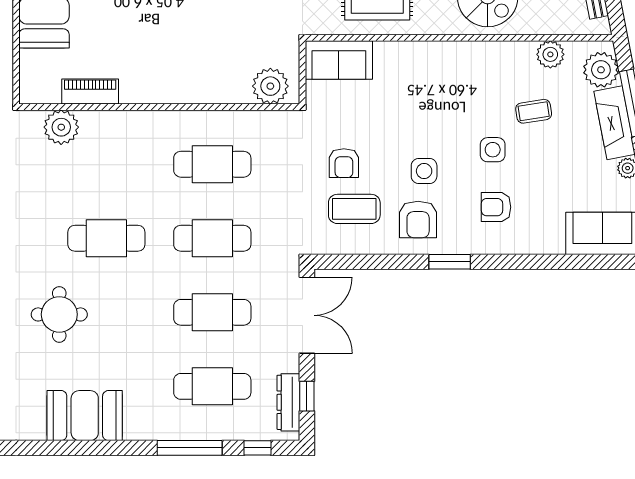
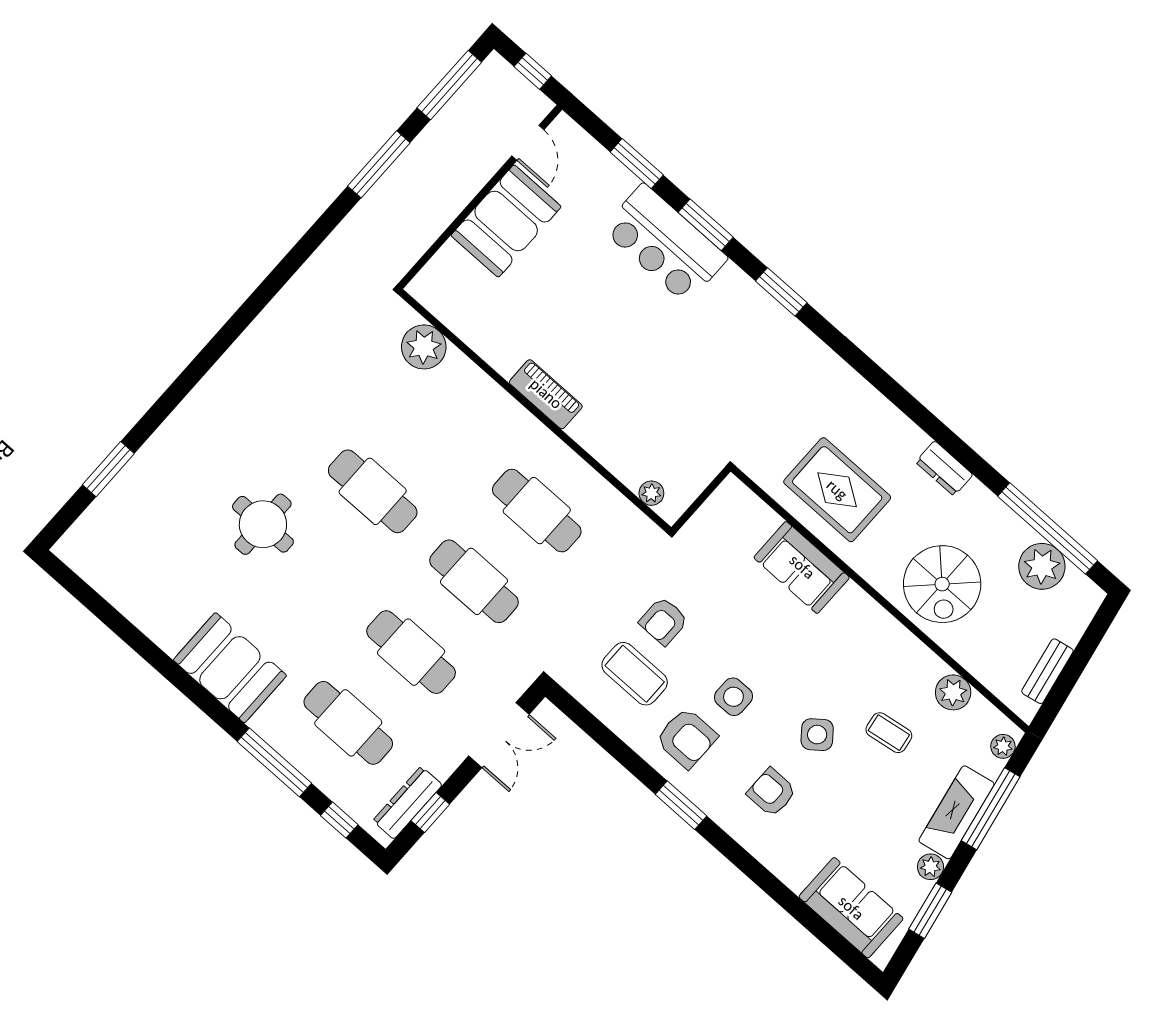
sofa: (339, 60) -> (802, 567), moved
plant: (601, 70) -> (1003, 746), width x0.53, depth x0.53
plant: (270, 86) -> (651, 493), width x0.53, depth x0.53
piano: (90, 92) -> (546, 394), moved
side table: (493, 150) -> (817, 735), turned -38
armchair: (418, 219) -> (687, 738), turned -90
double door: (307, 315) -> (499, 735), width x0.73
booth: (85, 416) -> (230, 668), moved

